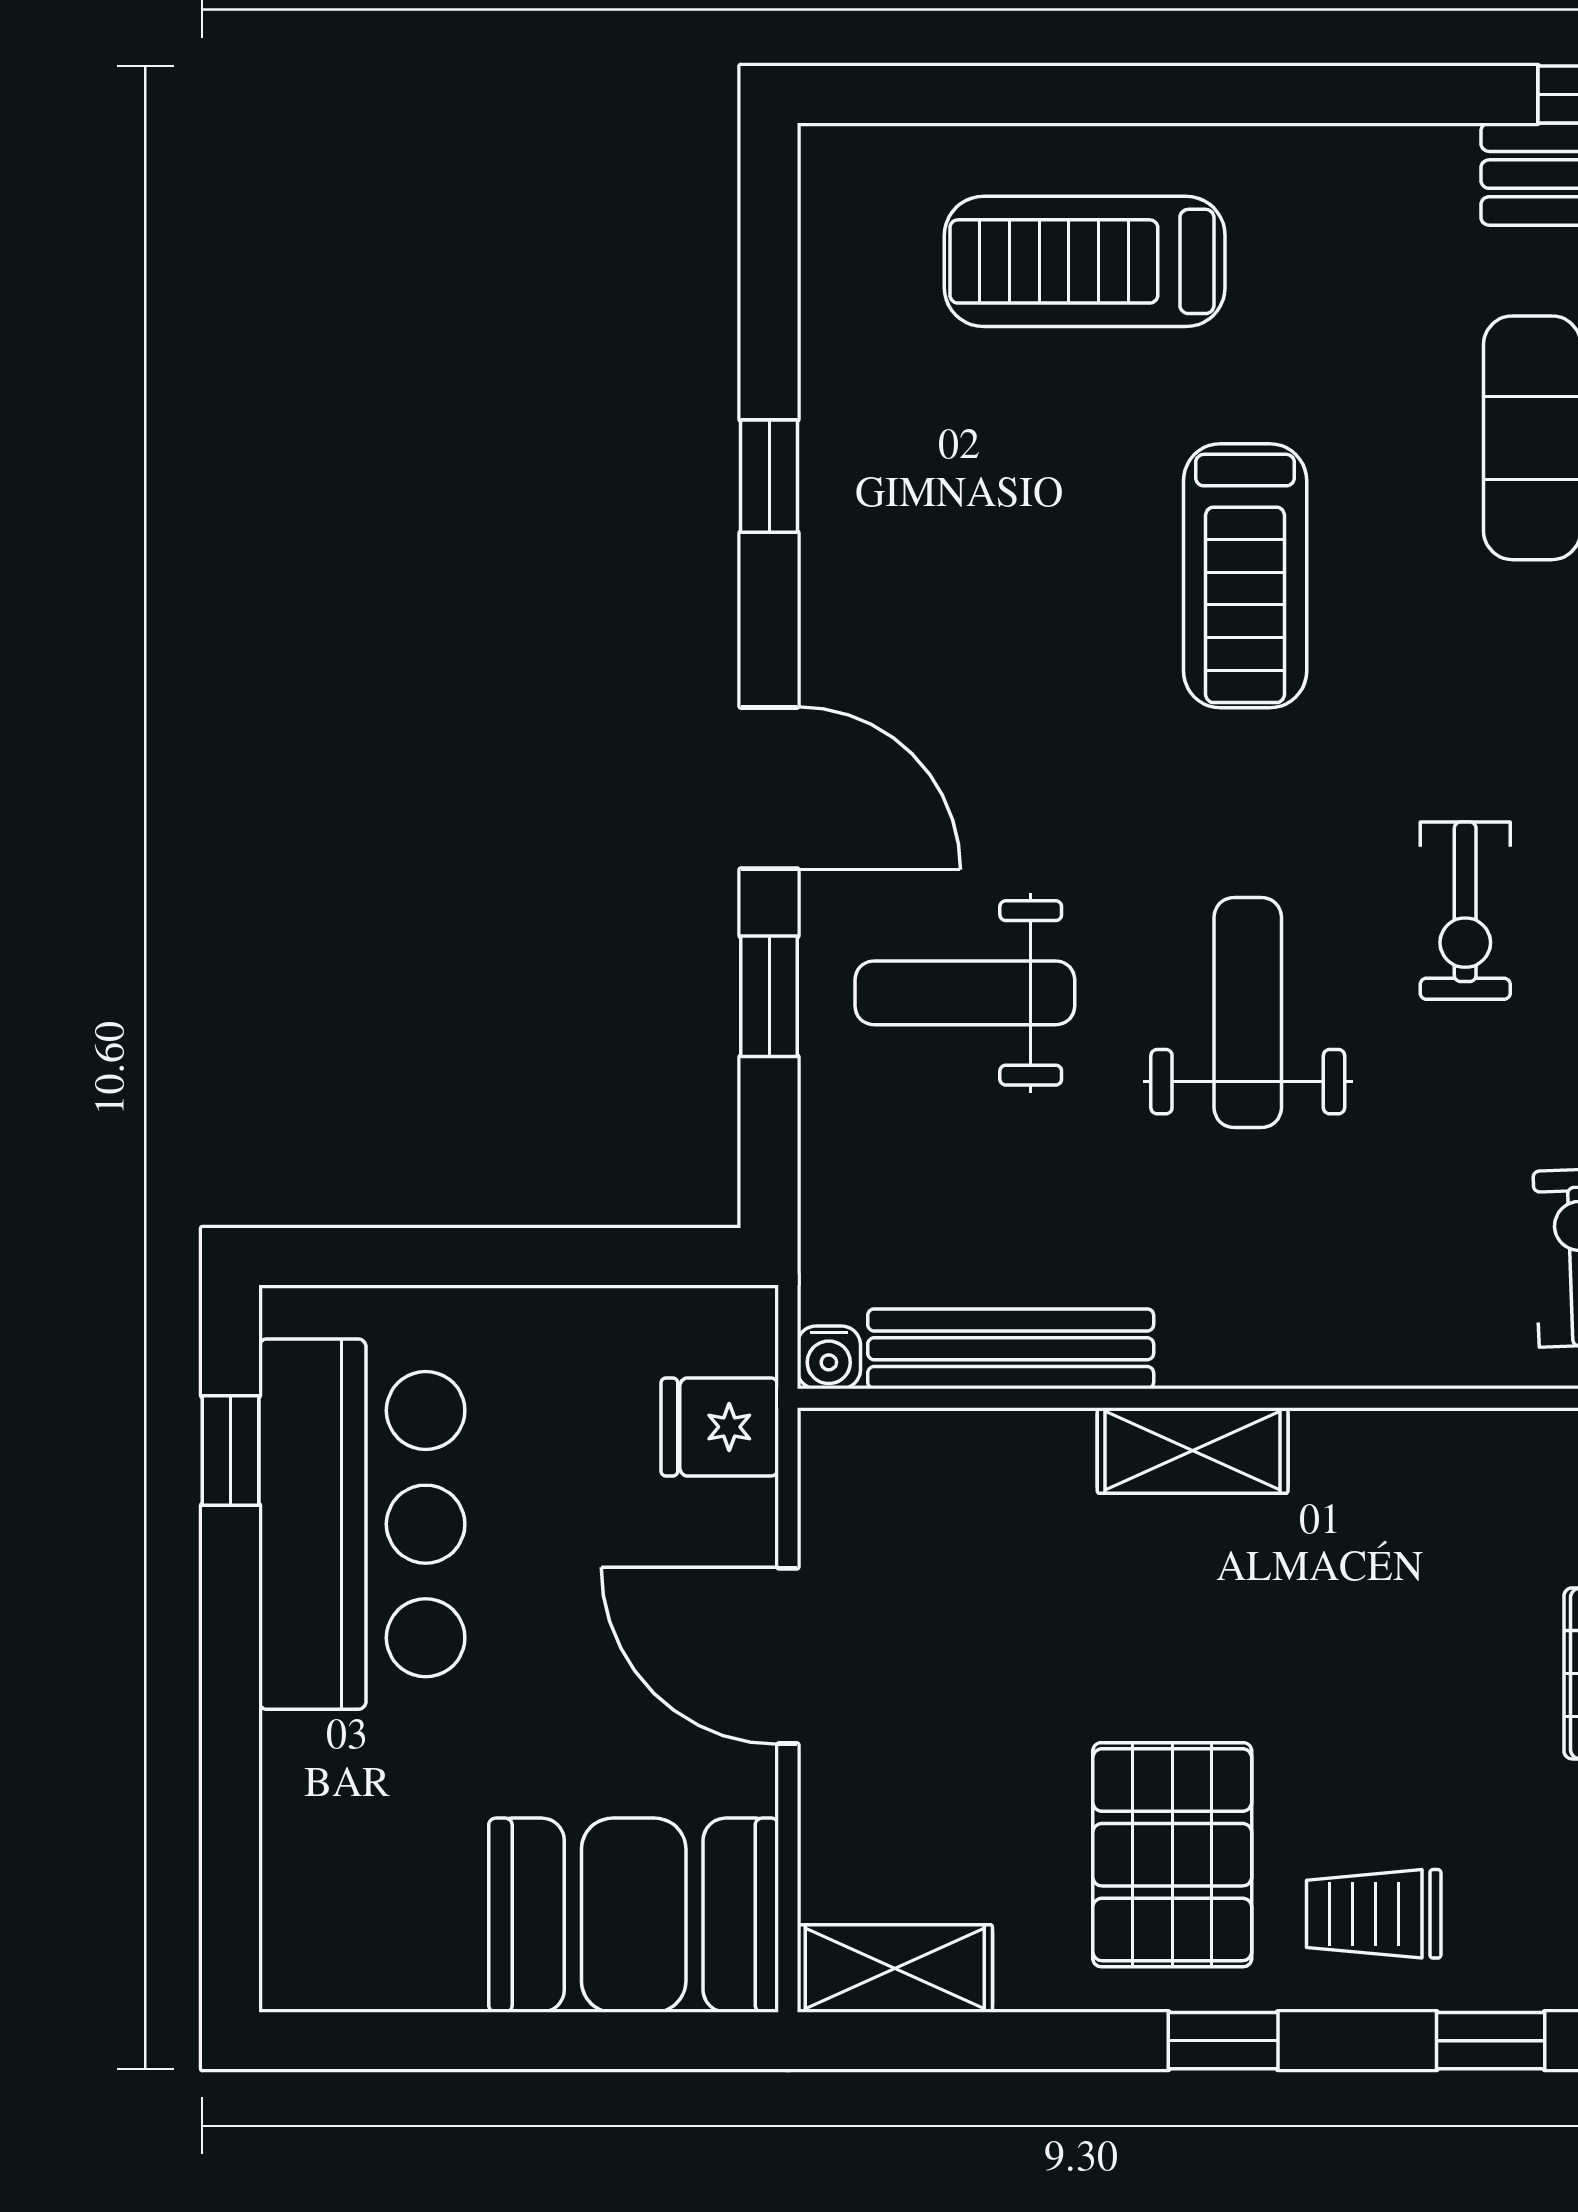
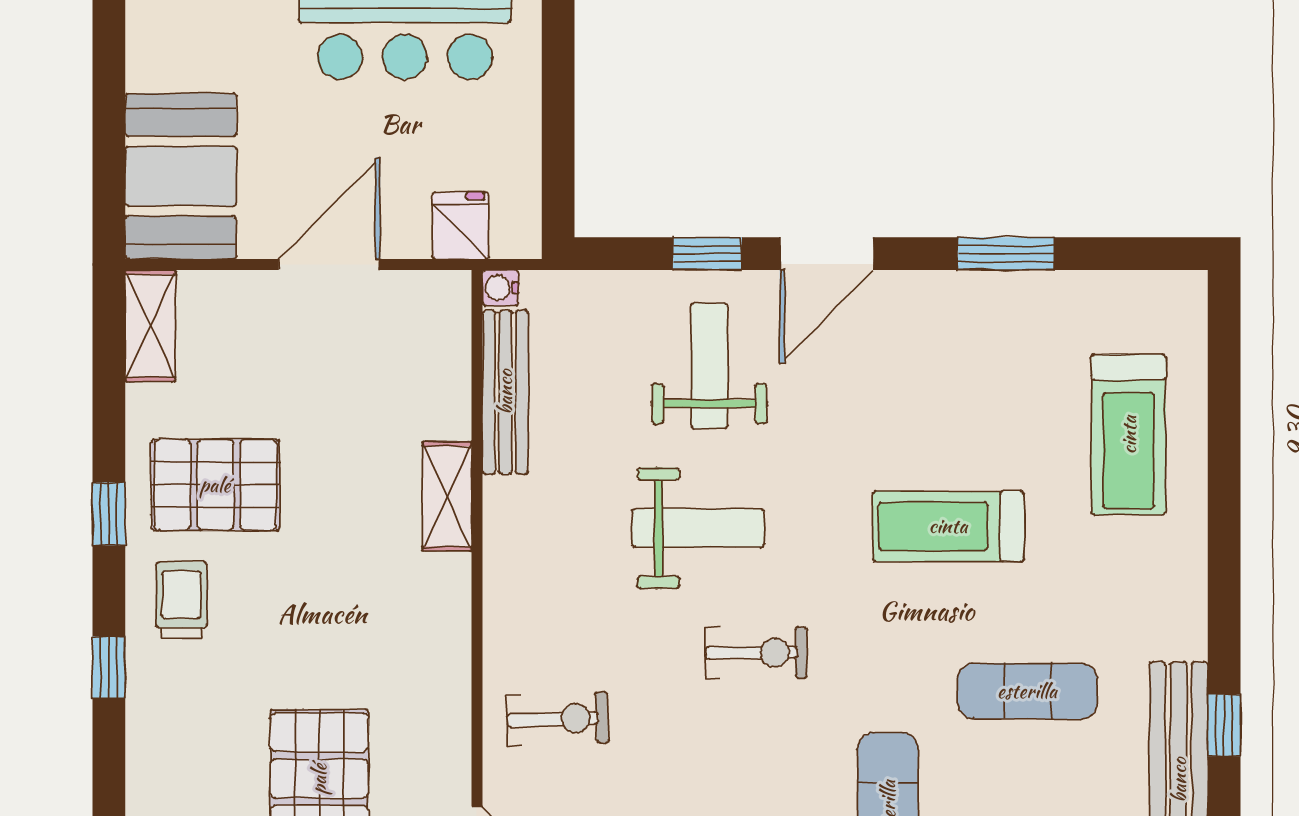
treadmill: (1085, 261) -> (1129, 435), turned 180
window: (769, 476) -> (1005, 254), width x1.50
exercise bike: (1465, 911) -> (756, 653), turned 180

